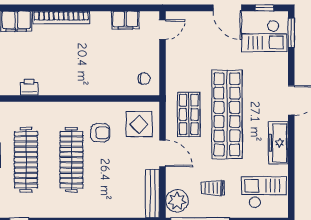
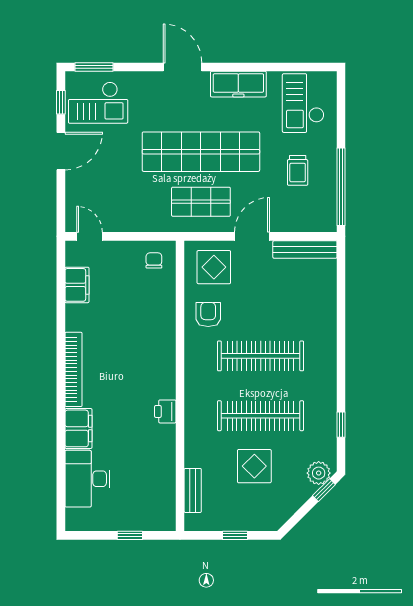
checkout: (264, 36) -> (98, 103), turned 90
armchair: (100, 133) -> (208, 314), moved
plant: (177, 201) -> (315, 217), removed

